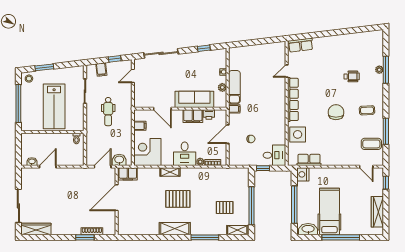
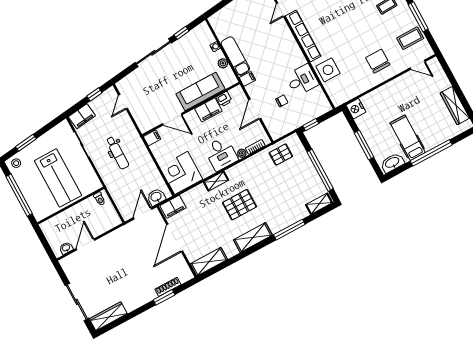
sliding door: (161, 53) -> (153, 53), moved
filing cabinet: (101, 70) -> (82, 116), width x2.00
chair: (336, 112) -> (378, 61), moved
filing cabinet: (140, 126) -> (152, 138), moved
desk: (274, 155) -> (302, 80), moved
row of seats: (309, 160) -> (354, 90), removed
window: (386, 183) -> (447, 70), removed
window: (294, 205) -> (364, 145), width x0.68
pallet: (225, 208) -> (281, 155), moved
hospital bed: (329, 211) -> (408, 138), width x0.73, depth x0.78
shelving: (132, 229) -> (209, 262), added

